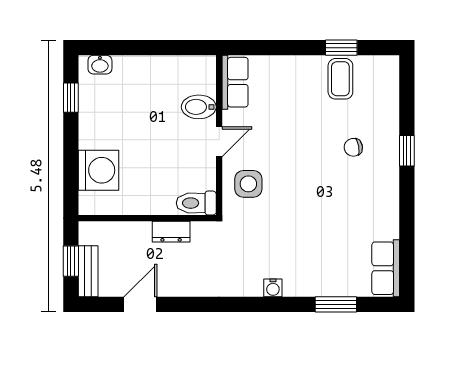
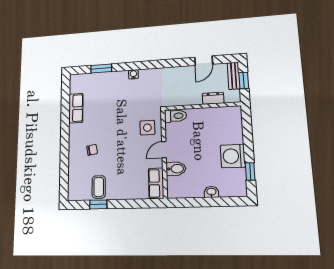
washbasin: (100, 65) -> (211, 192), moved
window: (407, 151) -> (65, 149), removed
washing machine: (98, 170) -> (233, 156), moved
dresser: (171, 232) -> (213, 98), moved
row of seats: (386, 268) -> (76, 108), moved

